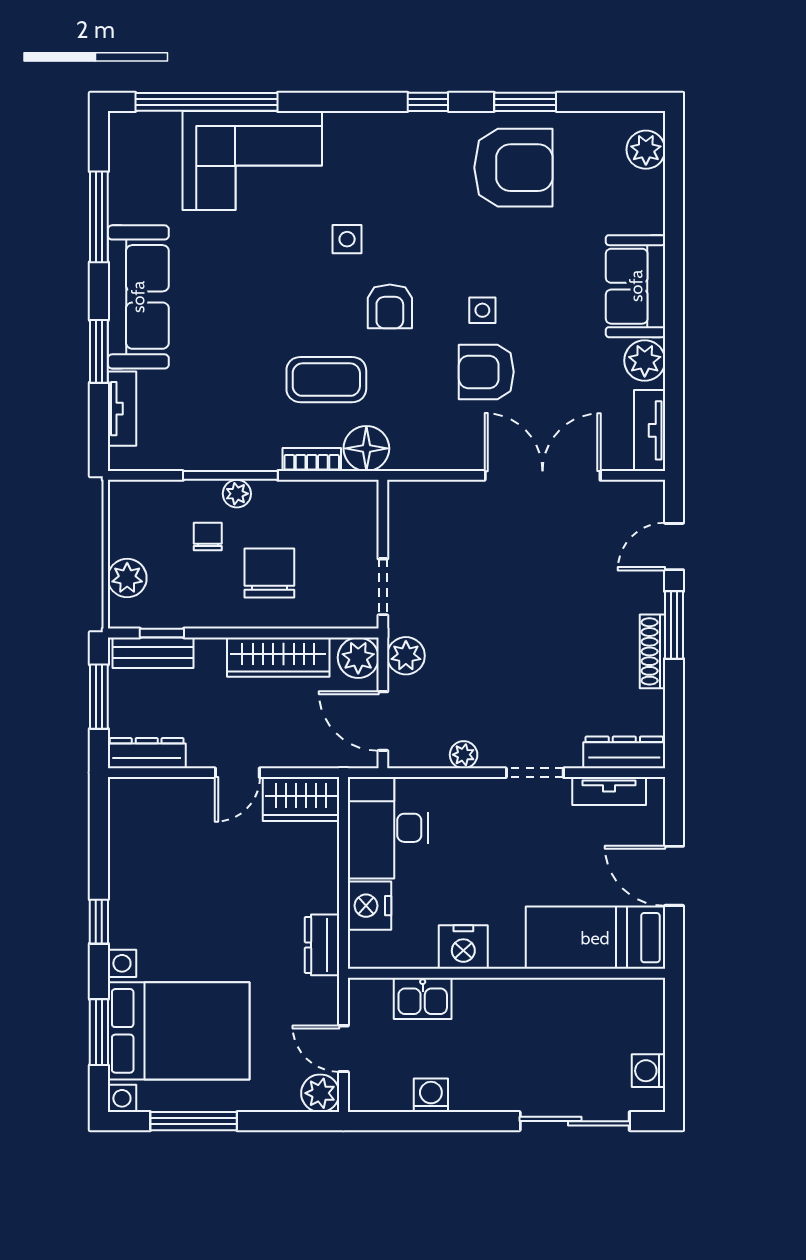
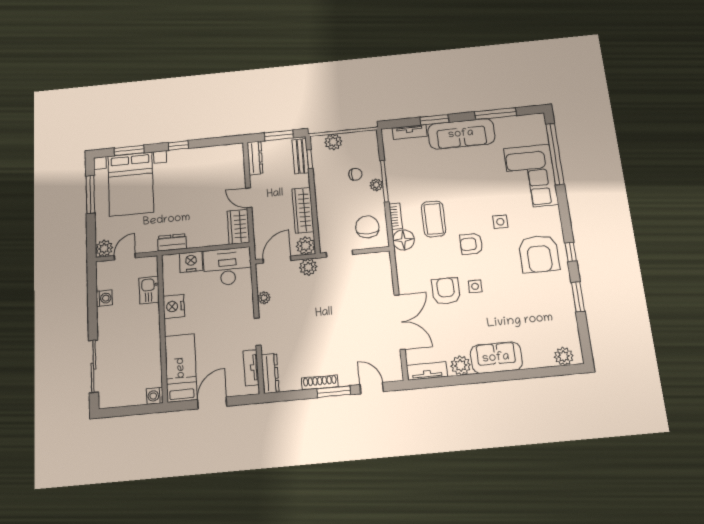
armchair: (513, 168) -> (539, 254), moved
chair: (269, 573) -> (367, 227), moved, turned -90
washing machine: (649, 1071) -> (155, 396), moved, turned -90

